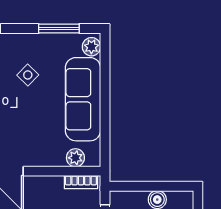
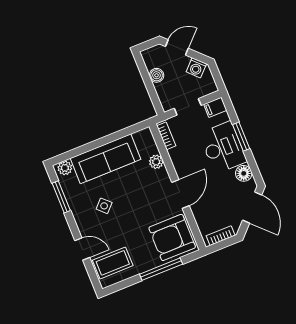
plant: (75, 158) -> (156, 162), moved

